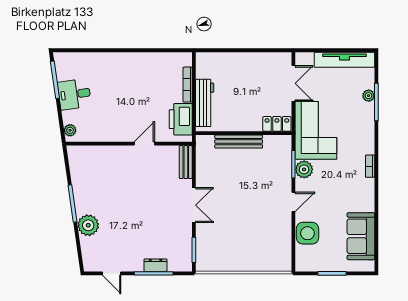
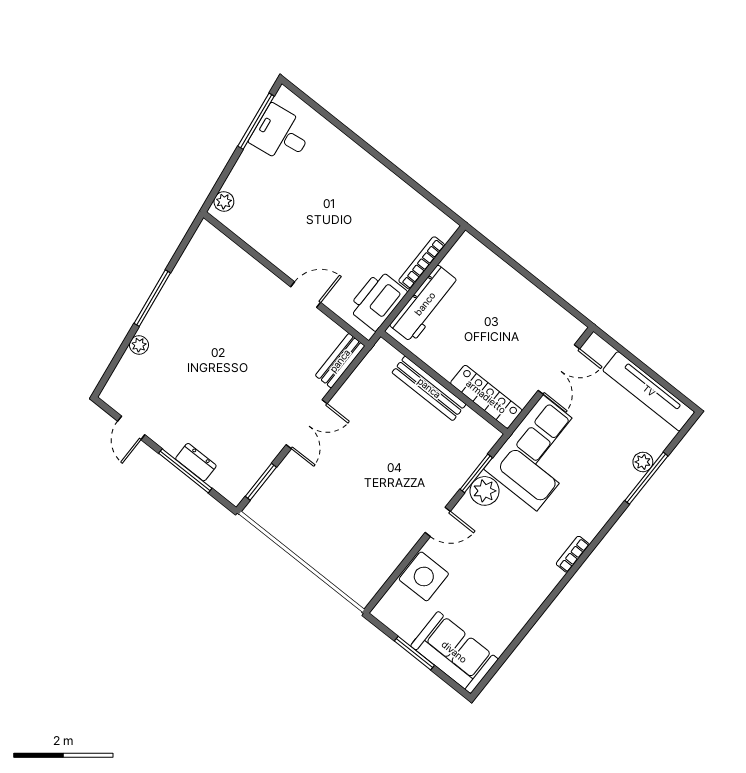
desk: (74, 94) -> (281, 135), moved
locker: (277, 124) -> (486, 397), width x1.53
plant: (88, 225) -> (139, 345), width x0.53, depth x0.53
sofa: (361, 236) -> (454, 652), moved, turned 90

